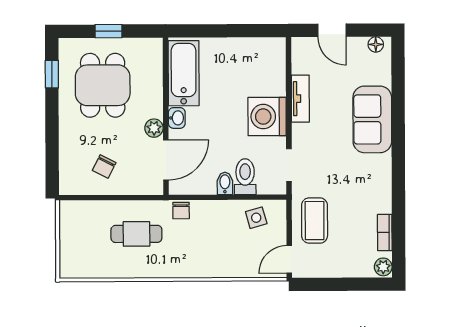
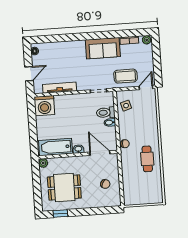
window: (108, 31) -> (37, 186), removed
tv unit: (300, 99) -> (60, 88), width x1.41
washing machine: (267, 117) -> (44, 106), moved
sofa: (372, 119) -> (103, 48), moved
plant: (154, 128) -> (43, 163), moved
cafe table: (136, 234) -> (147, 159), moved
door: (289, 259) -> (146, 87), swing flipped

